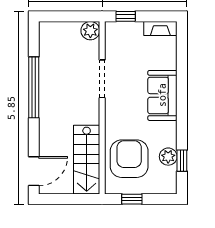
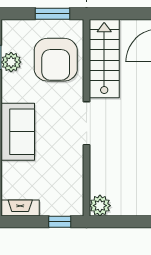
doorway: (102, 79) -> (87, 123), moved
window: (132, 199) -> (53, 14), width x1.50

